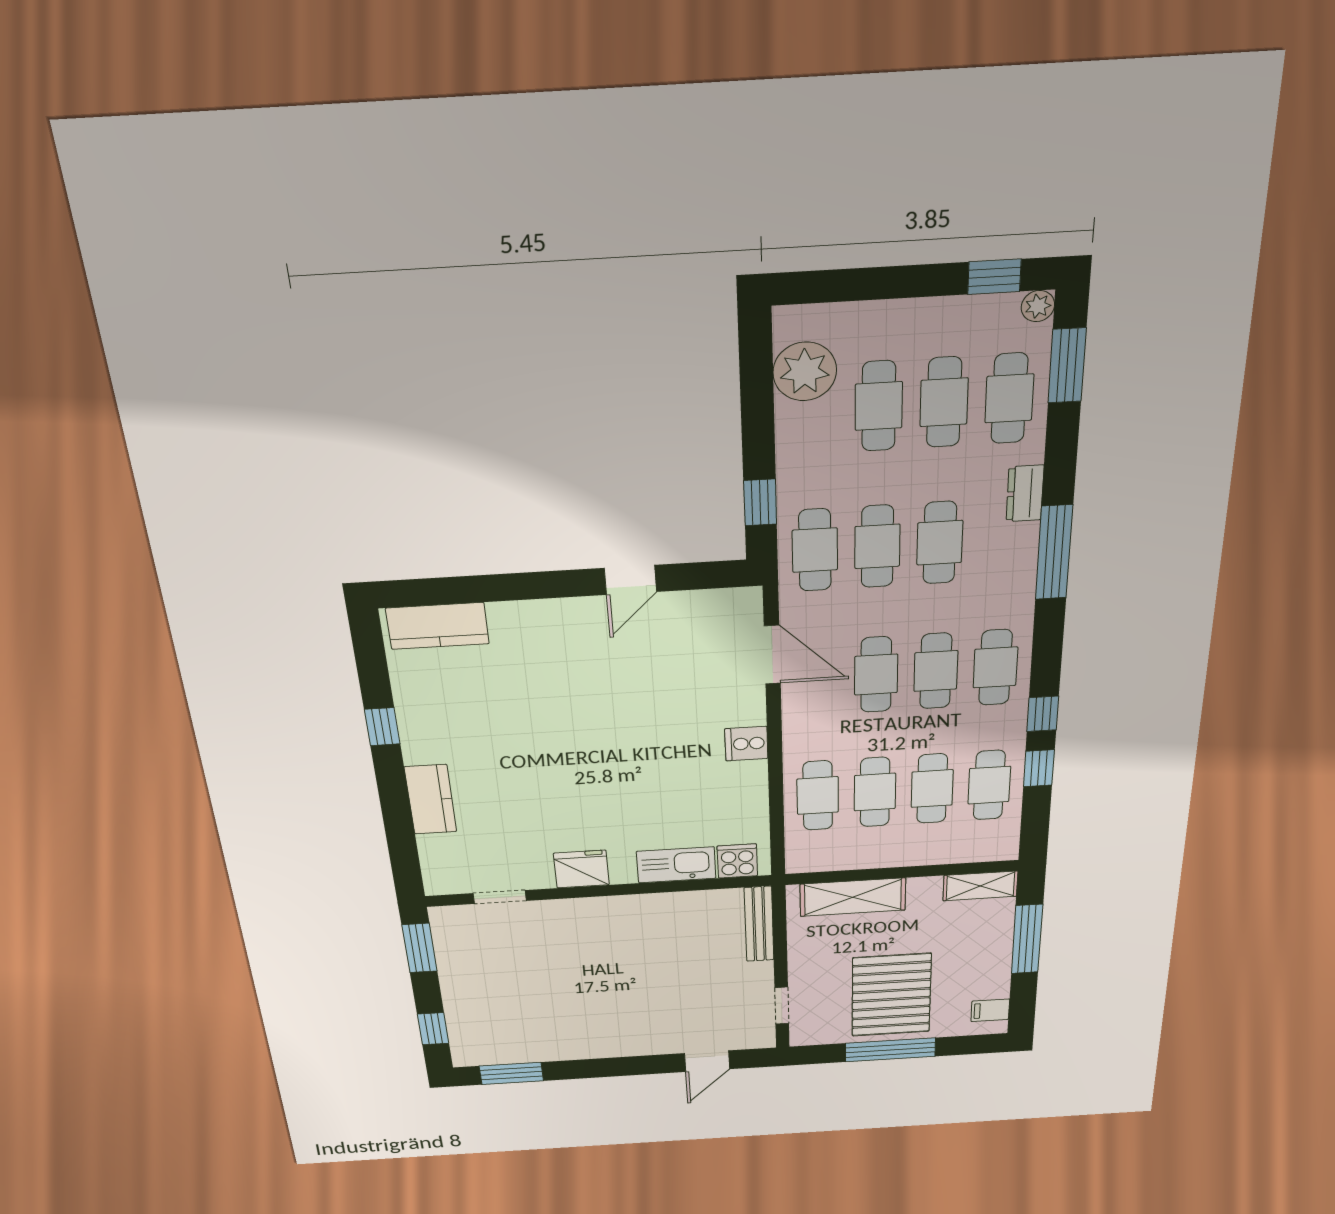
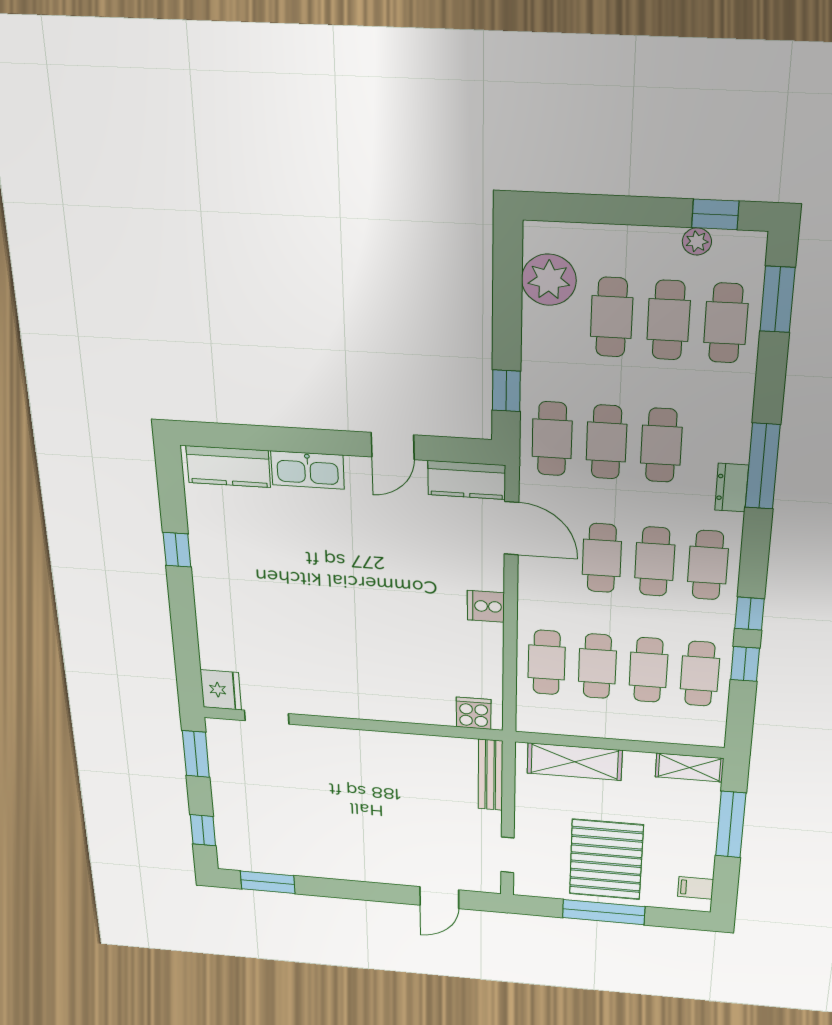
plant: (1038, 306) -> (697, 241), moved
dresser: (1025, 493) -> (732, 488), moved
kitchen counter: (431, 799) -> (467, 480), moved, turned 90
kitchen sink: (676, 865) -> (308, 470), moved, turned 180
fridge: (581, 869) -> (221, 690), moved, turned 90

